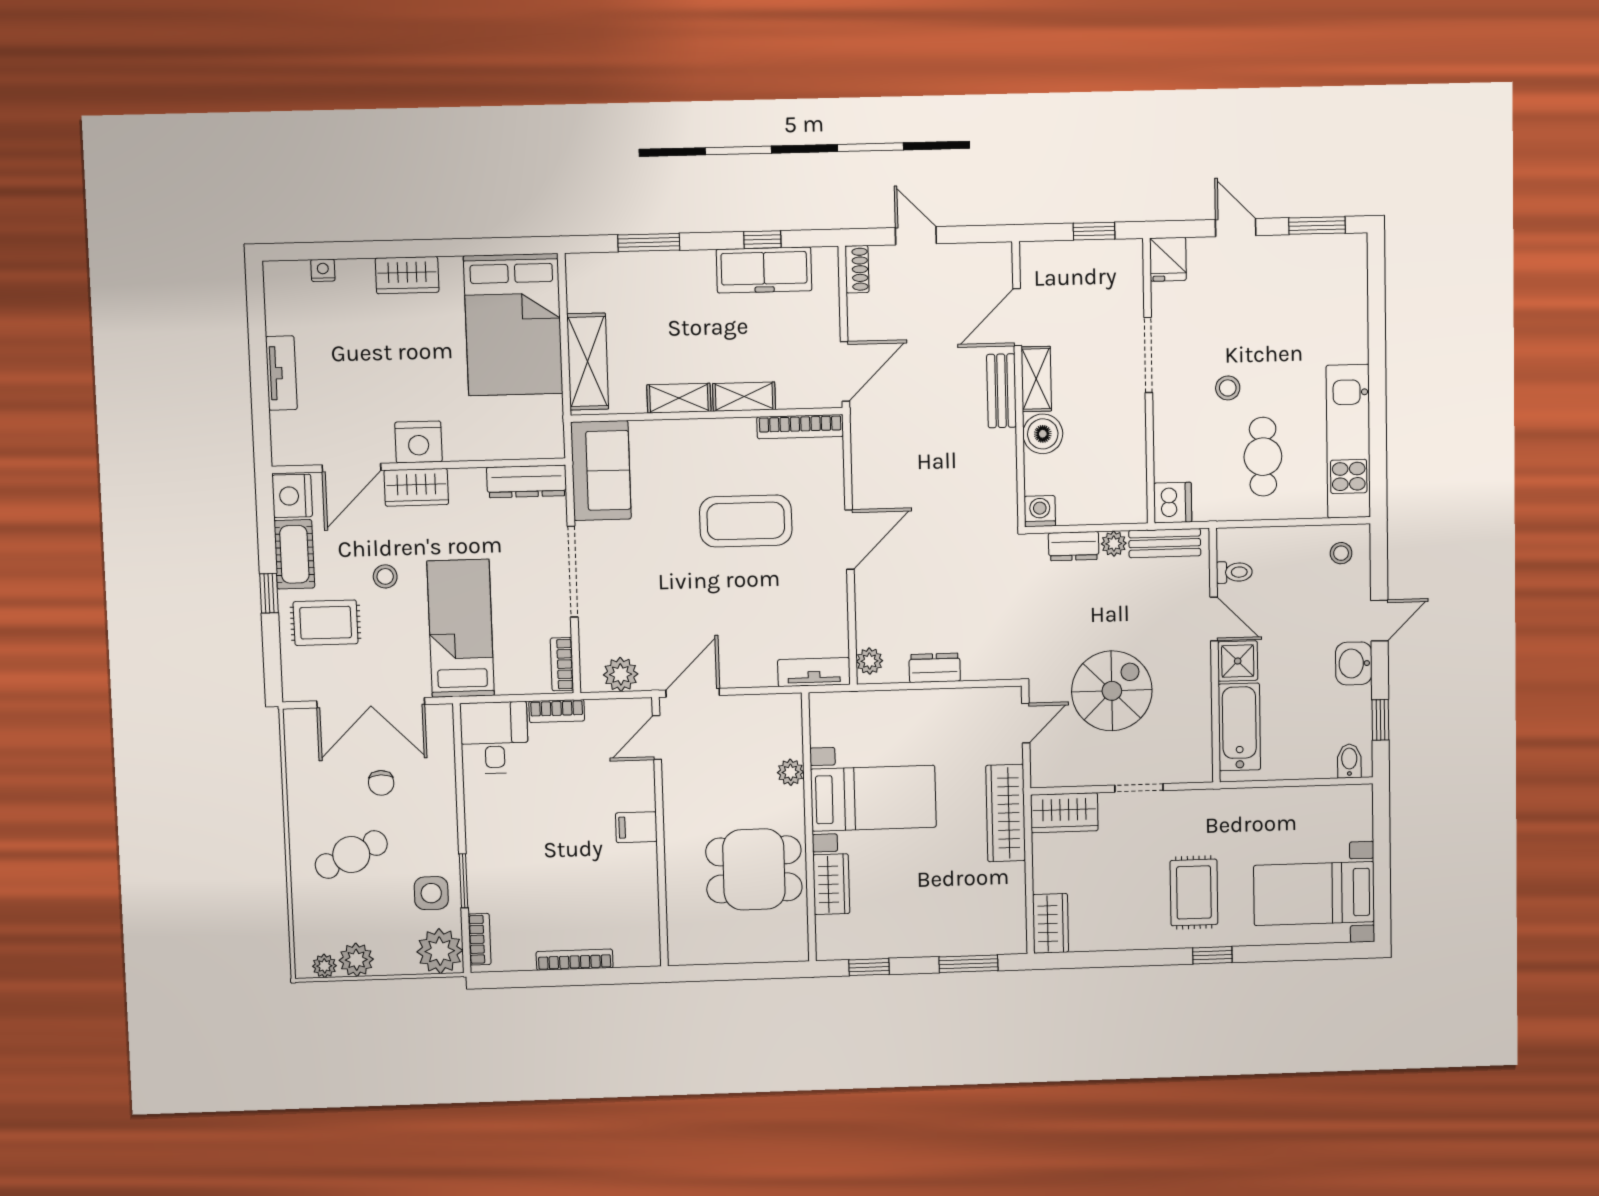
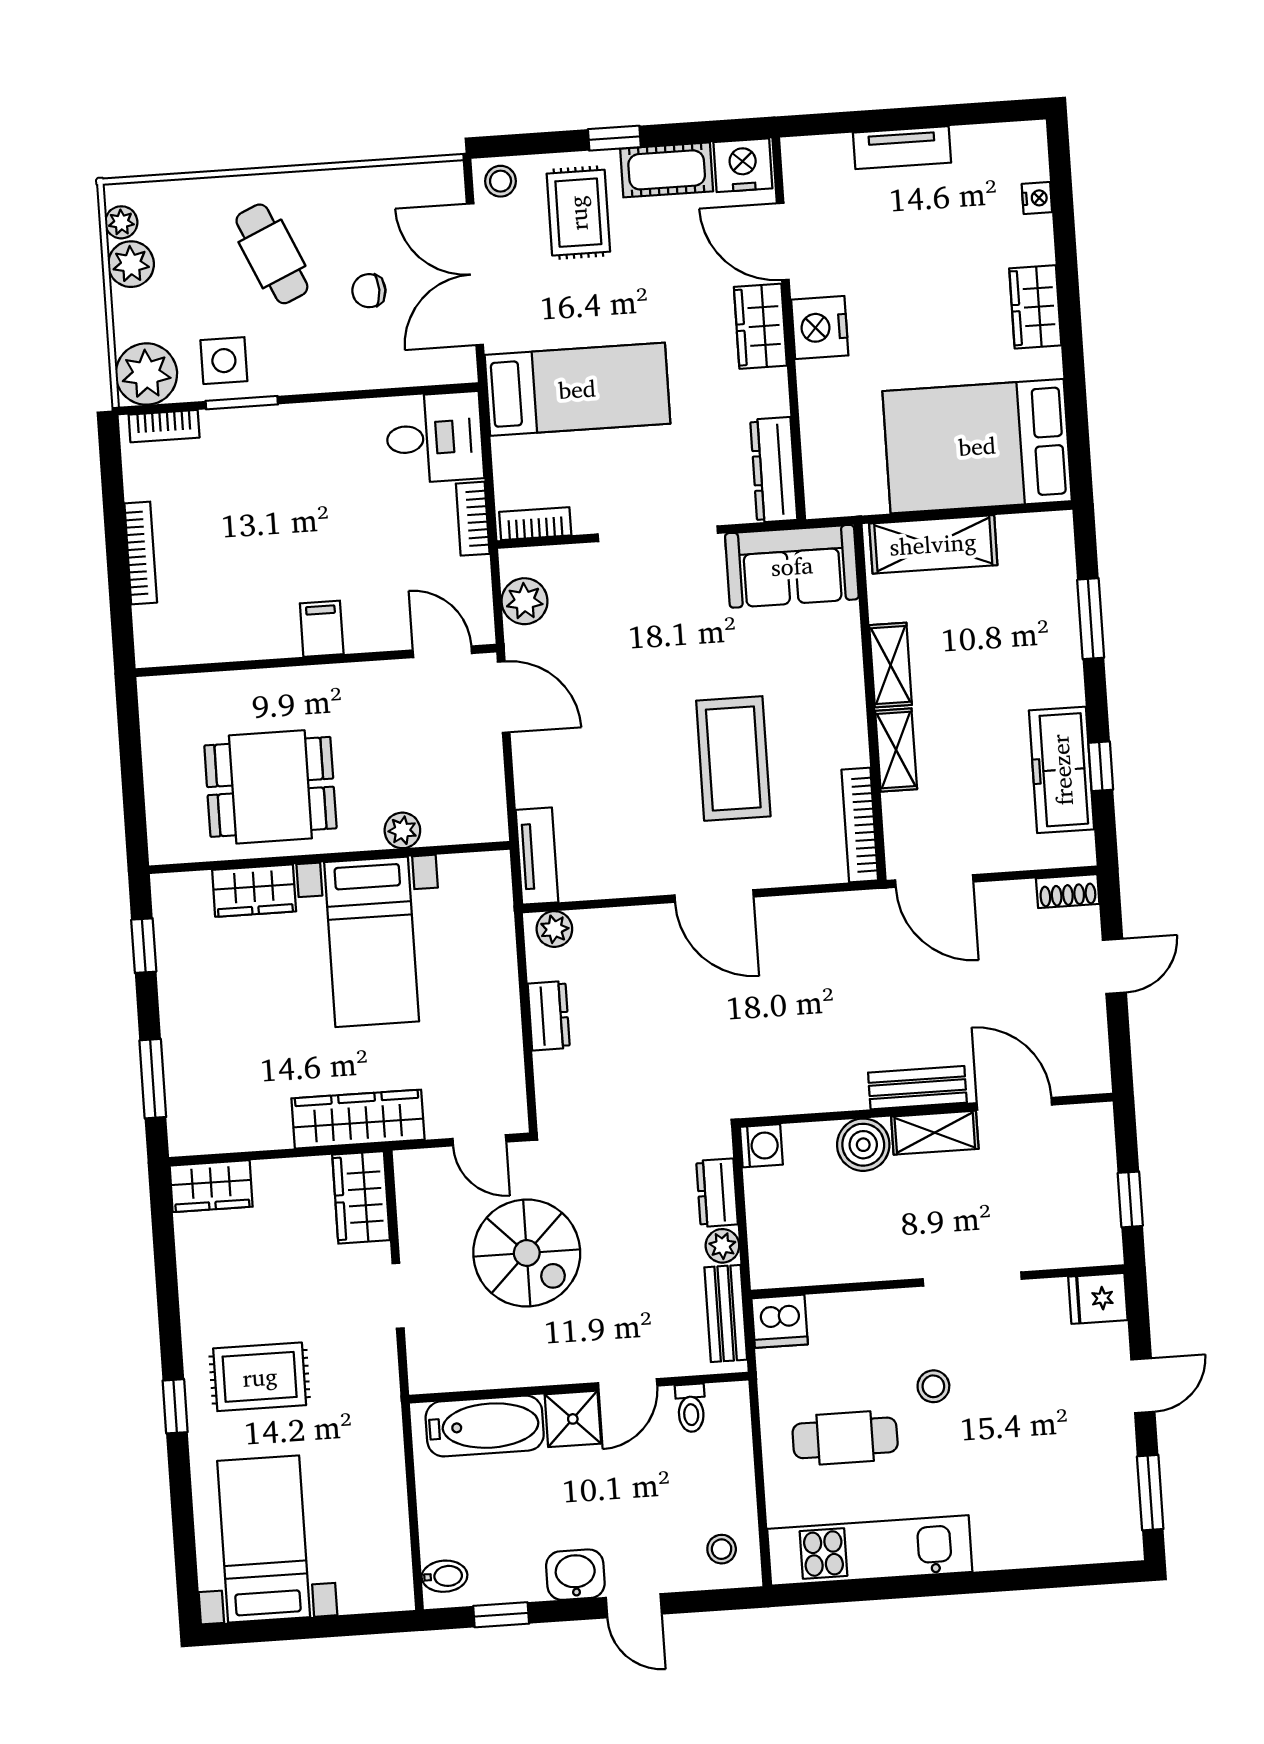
stool: (385, 576) -> (501, 181), moved
dining table: (754, 869) -> (270, 787), turned 90

